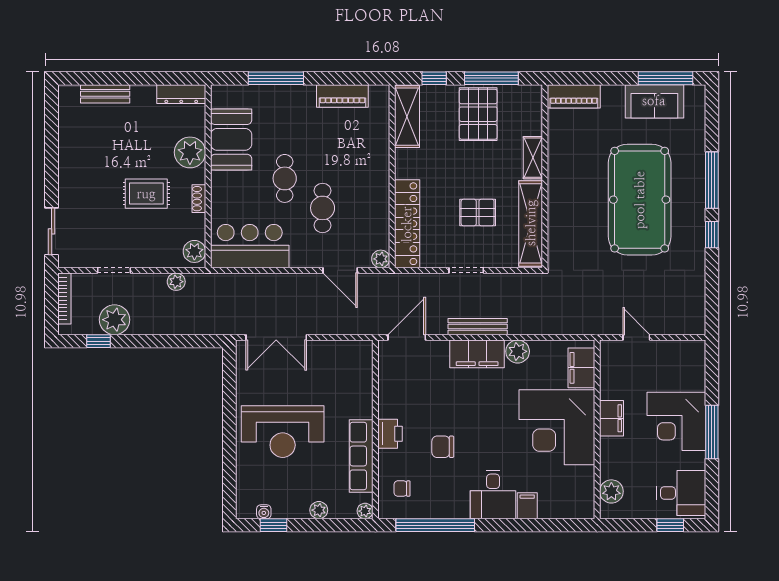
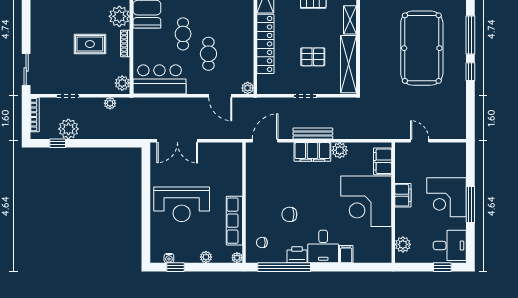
shoe rack: (199, 199) -> (125, 43), width x1.43
locker: (407, 224) -> (265, 44), moved
printer: (390, 434) -> (297, 255), moved, turned -90

